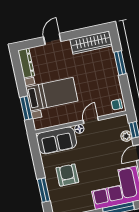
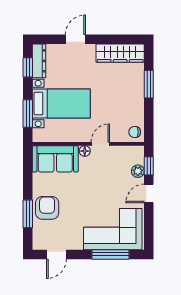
window: (18, 70) -> (28, 67), added
armchair: (67, 175) -> (47, 208), moved

